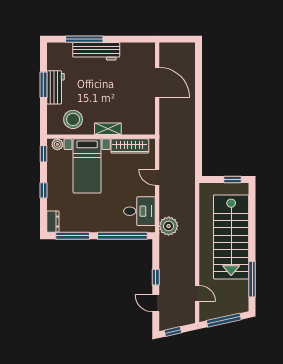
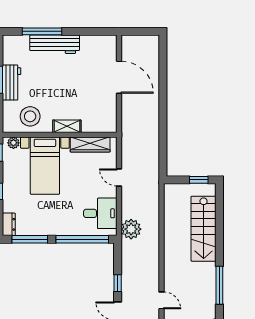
stairs: (231, 237) -> (204, 229), width x0.73, depth x0.66

